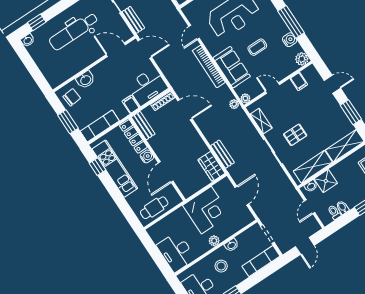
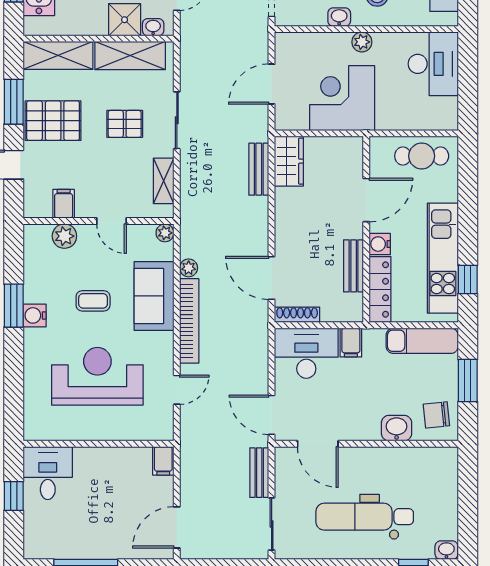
window: (291, 22) -> (14, 306), width x0.69
dental chair: (74, 31) -> (365, 517), turned 180
water cooler: (290, 40) -> (35, 315), moved
plant: (302, 59) -> (64, 236), moved
plant: (234, 104) -> (189, 268), moved
pallet: (328, 115) -> (53, 121), added
bench: (143, 126) -> (354, 266), moved

